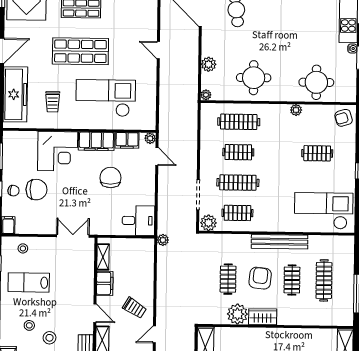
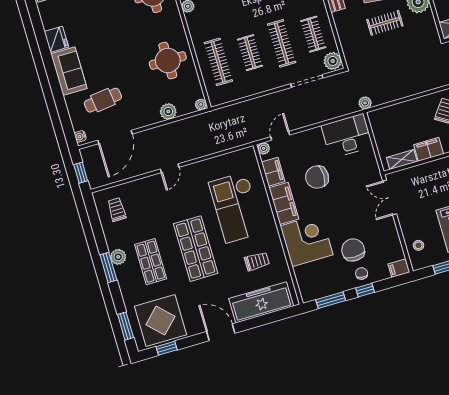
desk: (138, 221) -> (347, 136), width x1.37

